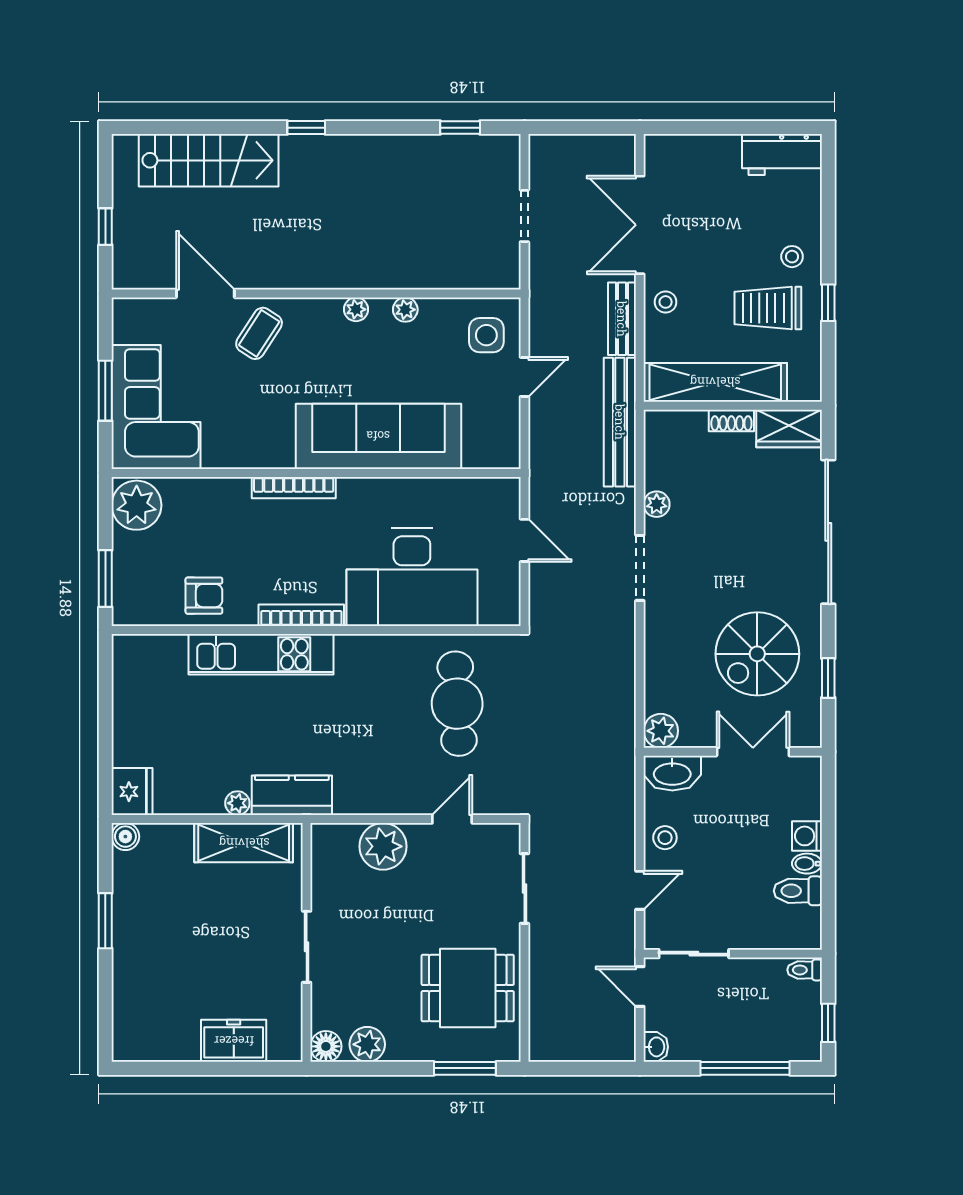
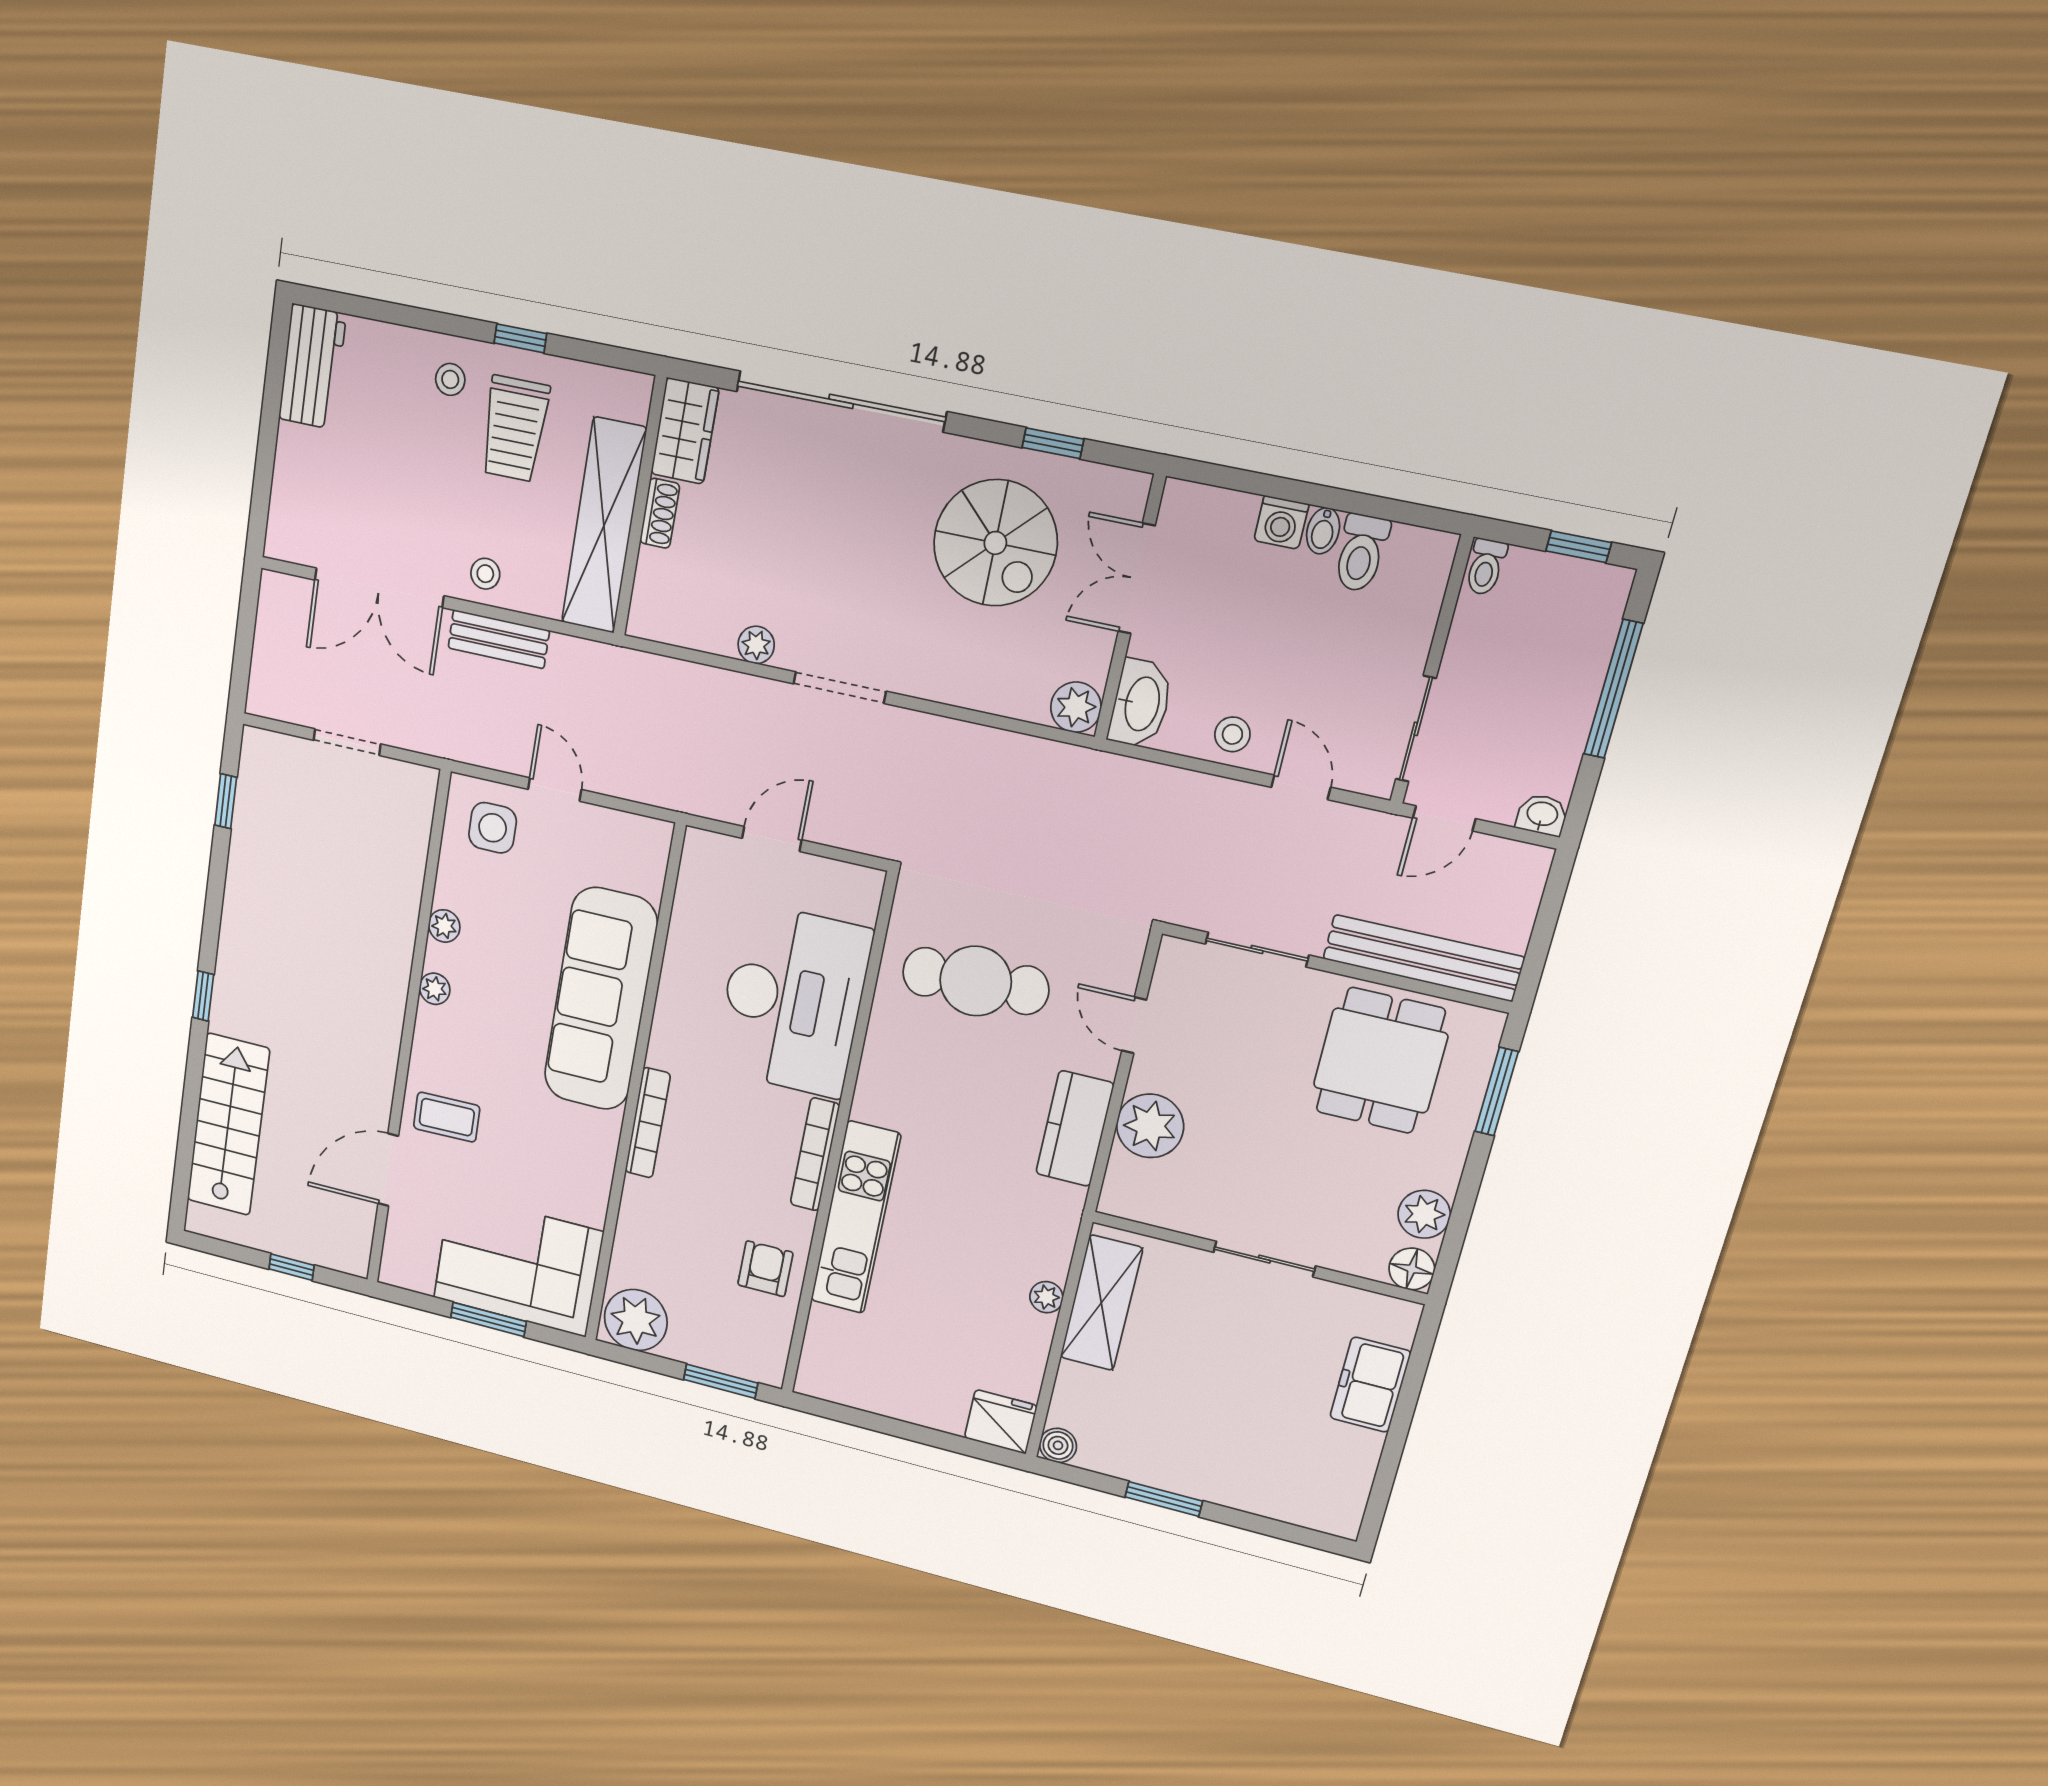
coffee table: (259, 333) -> (447, 1117), turned -34
bench: (620, 422) -> (1423, 958), moved
kitchen counter: (292, 795) -> (1075, 1129), moved

